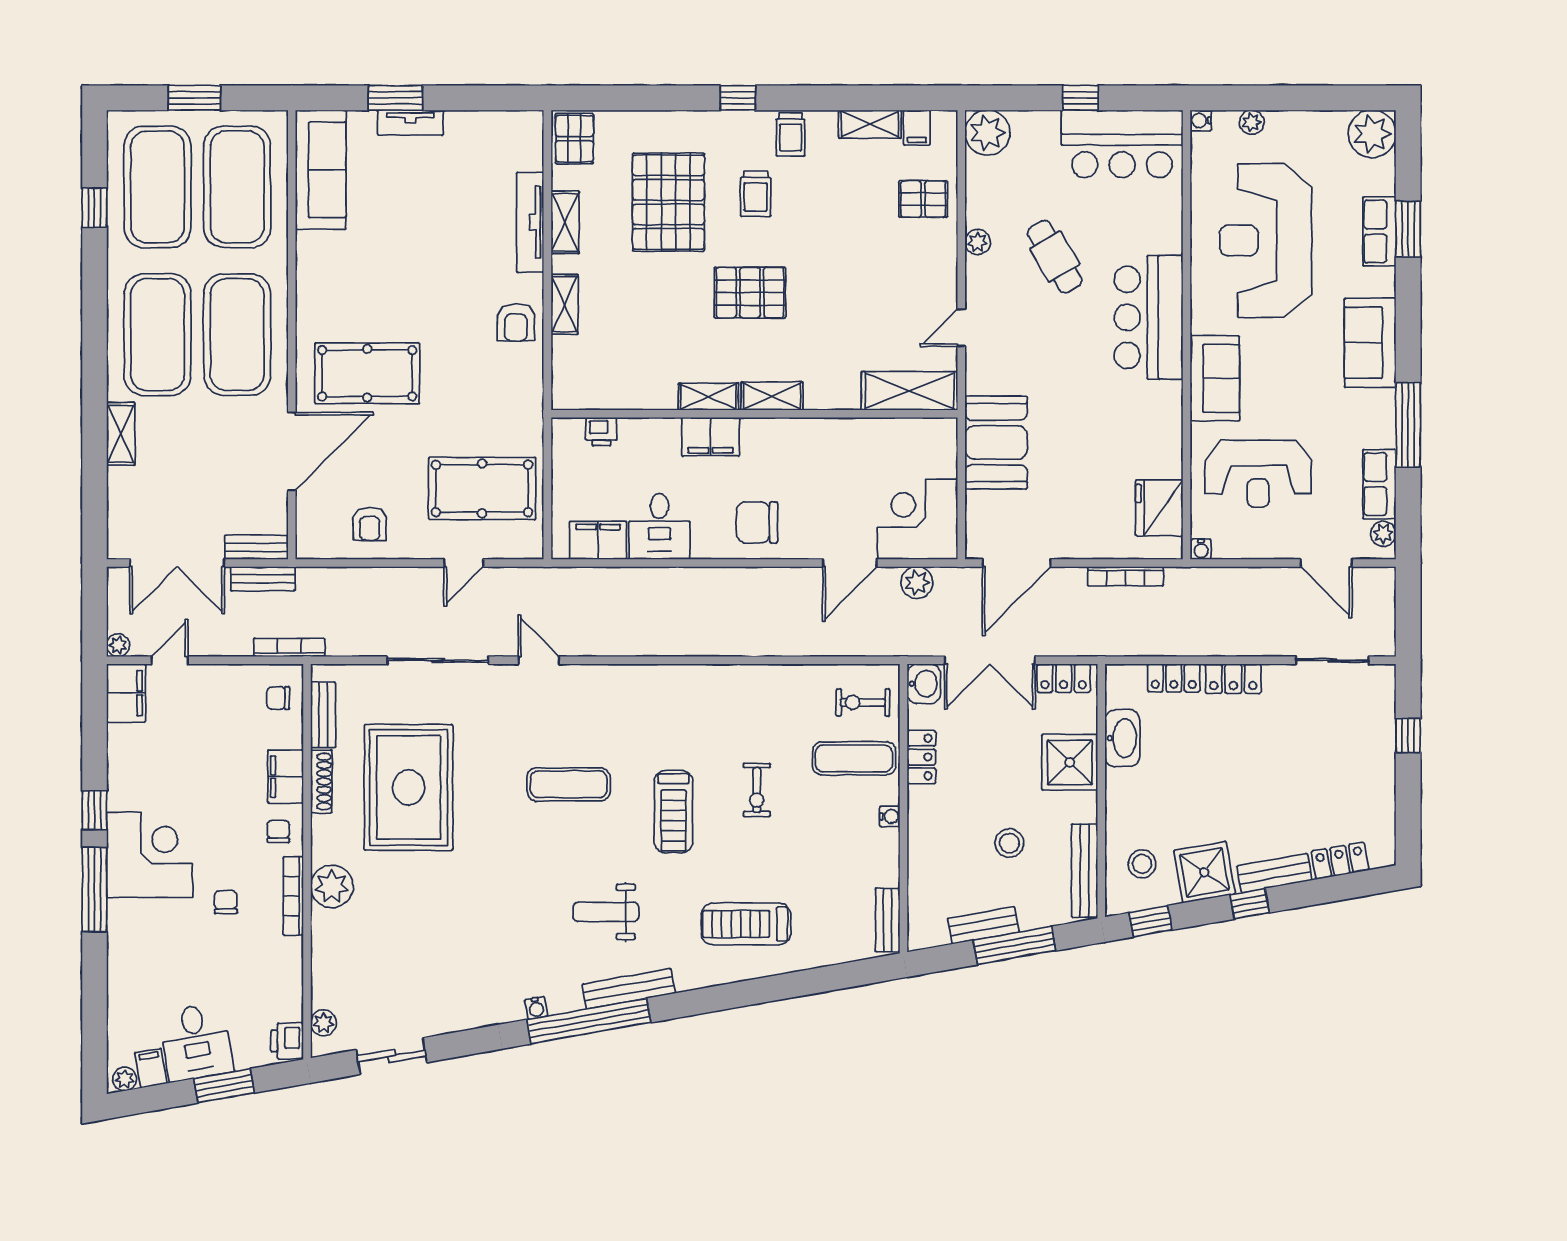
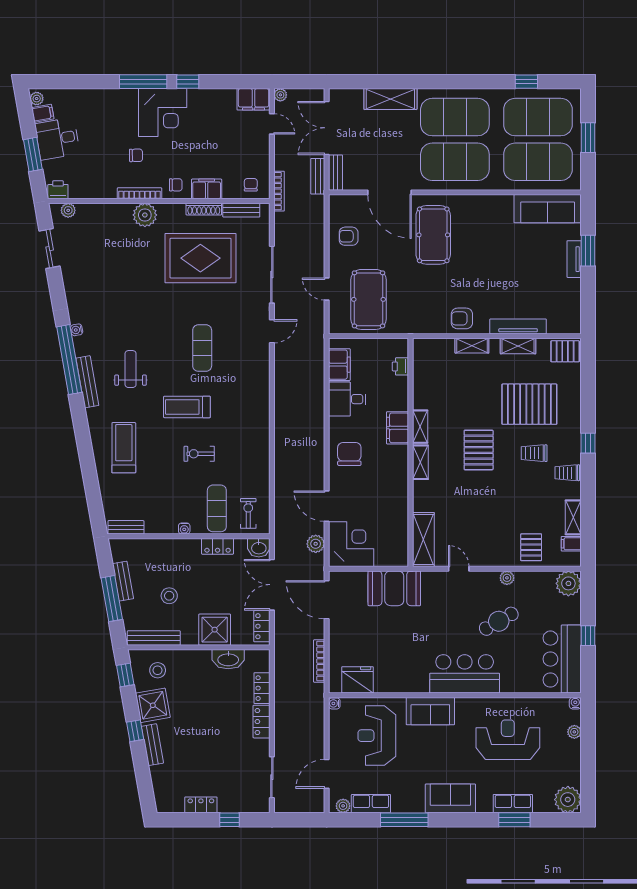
reception desk: (1266, 240) -> (508, 740), width x0.74, depth x0.77
shelving: (121, 434) -> (390, 99), width x1.50, depth x1.33
locker: (1340, 861) -> (201, 805), moved, turned -80

